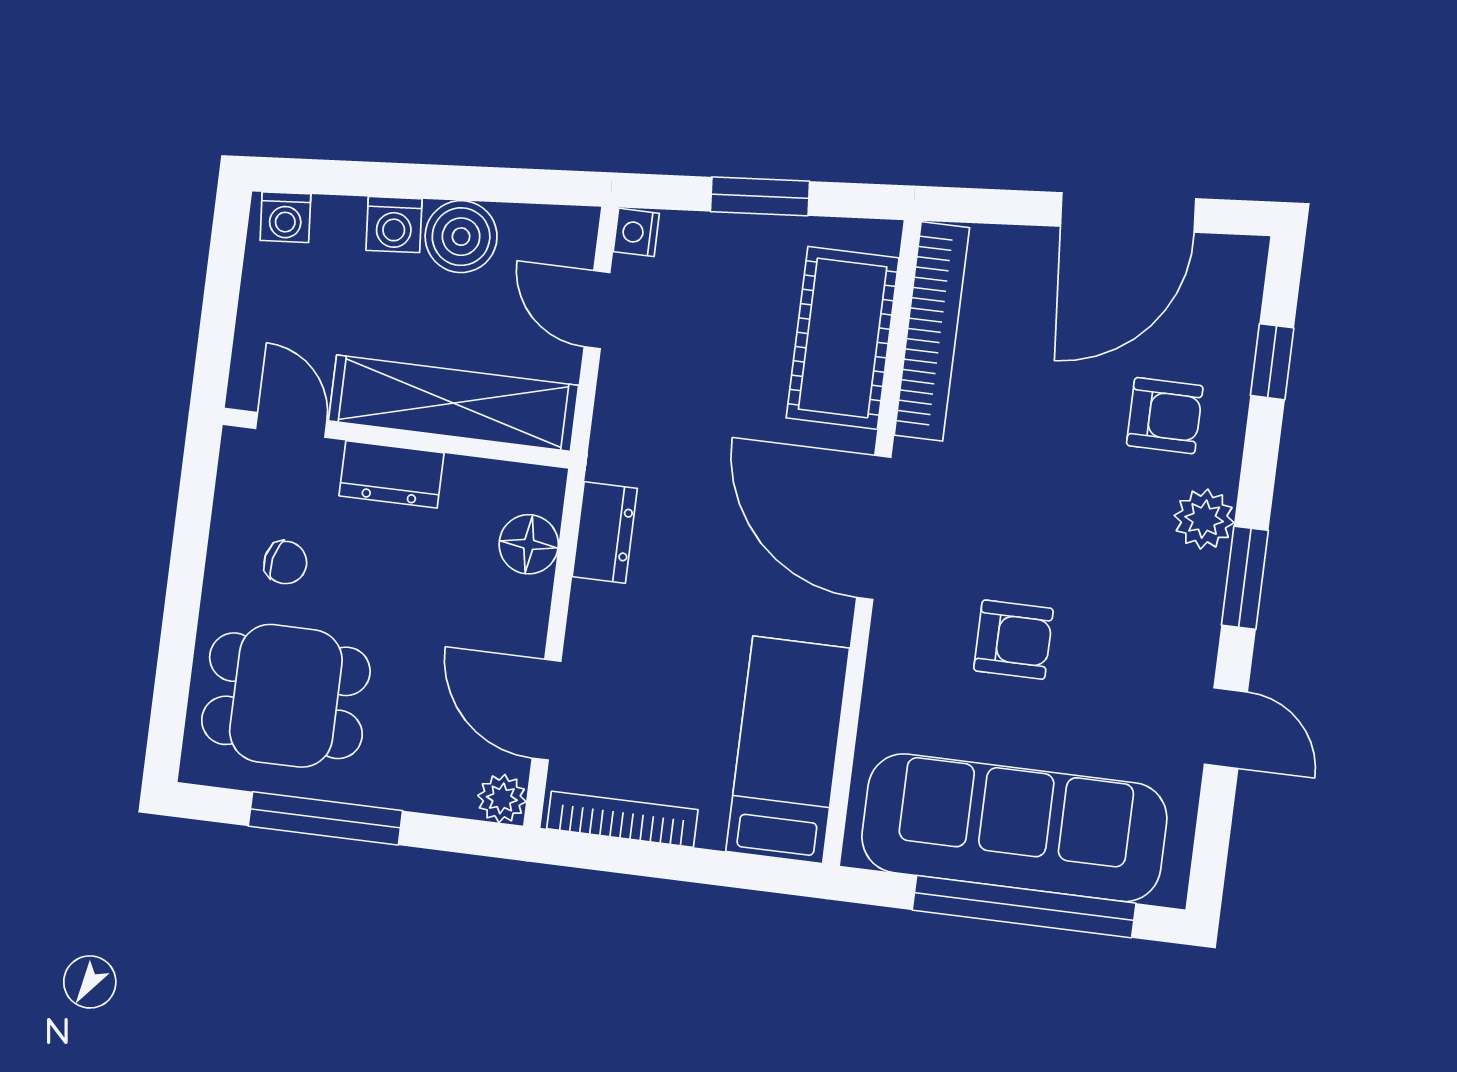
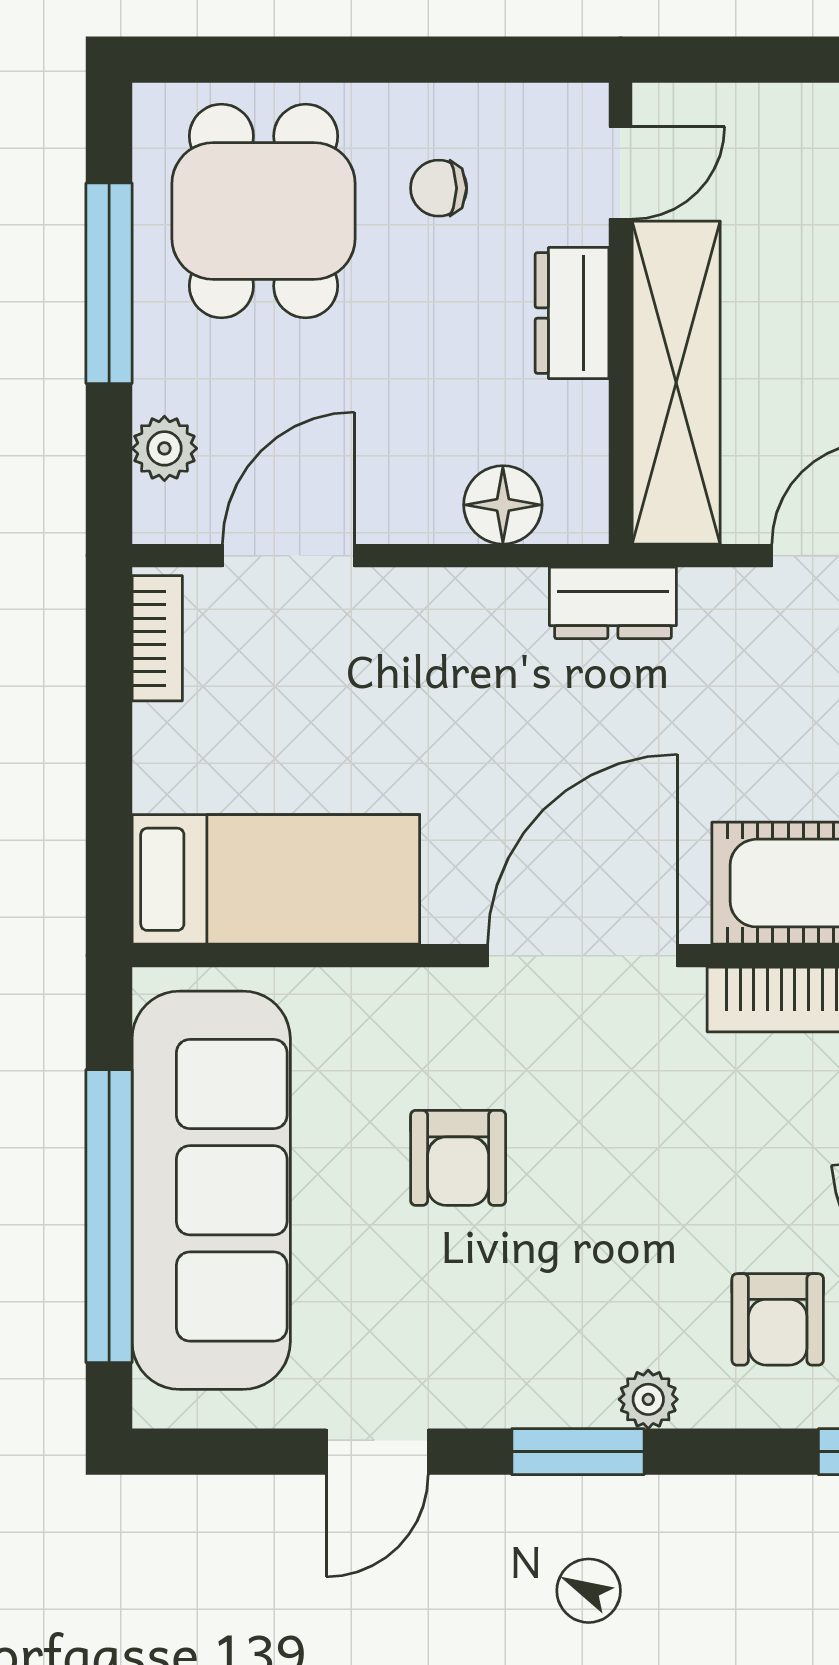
plant: (1204, 519) -> (648, 1399), width x0.73, depth x0.73
dresser: (605, 532) -> (613, 603), moved
chair: (285, 562) -> (439, 188), turned 78
plant: (502, 798) -> (164, 448), moved
bookcase: (622, 819) -> (157, 638), width x0.64

